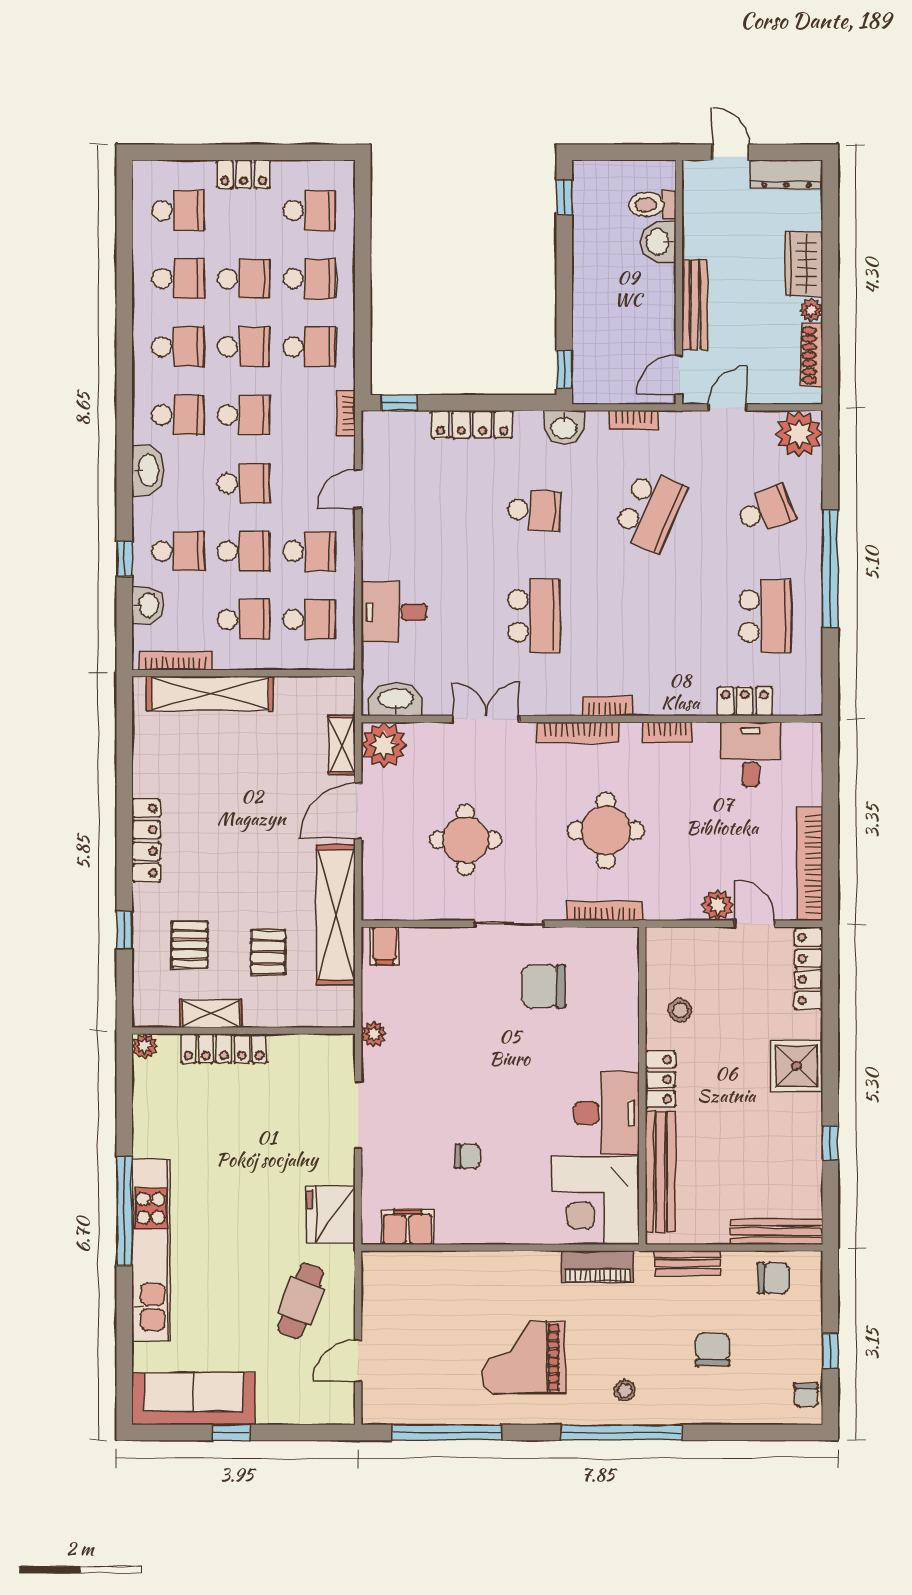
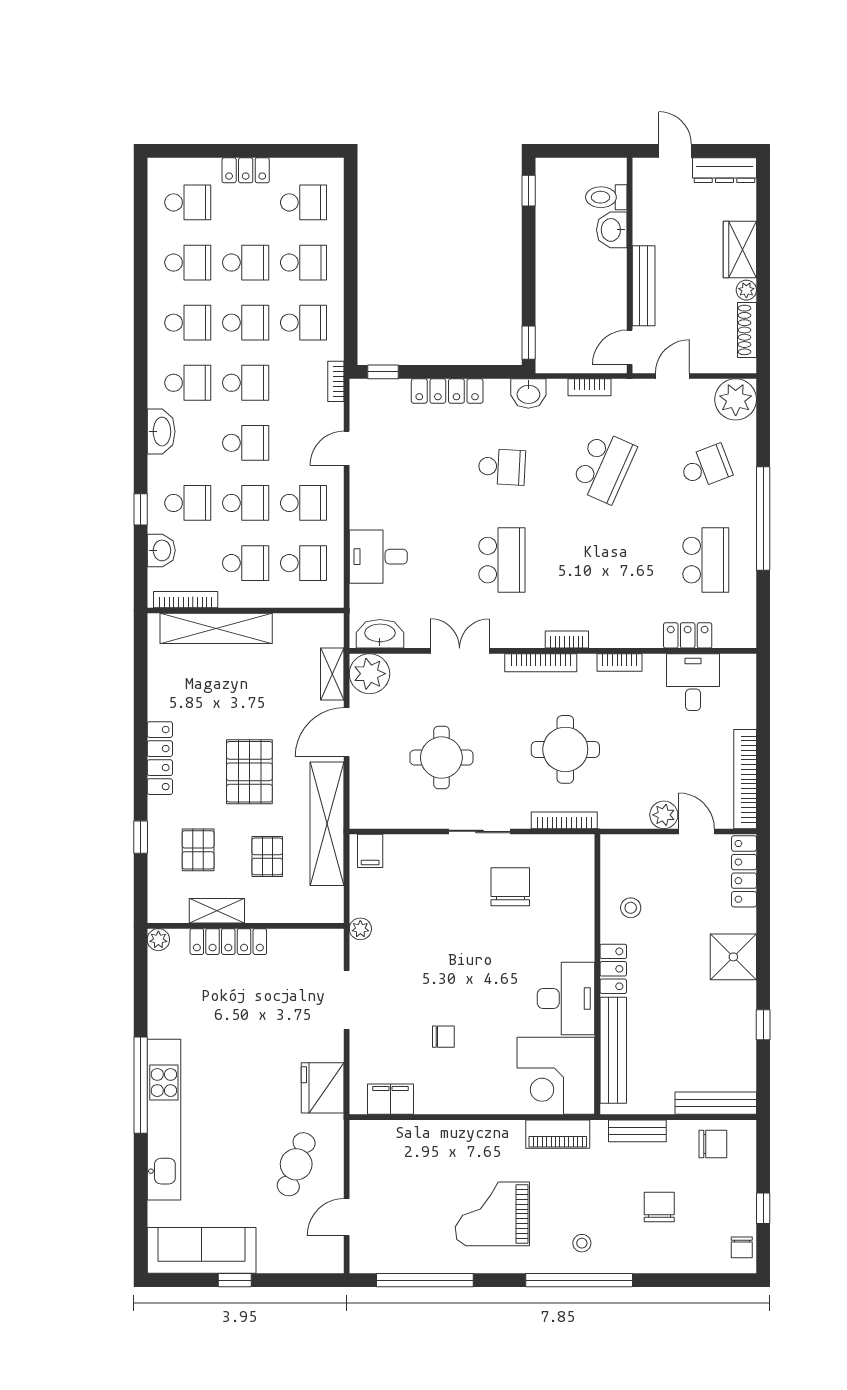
pallet: (248, 856) -> (249, 772), added
chair: (544, 986) -> (510, 887), turned 90

